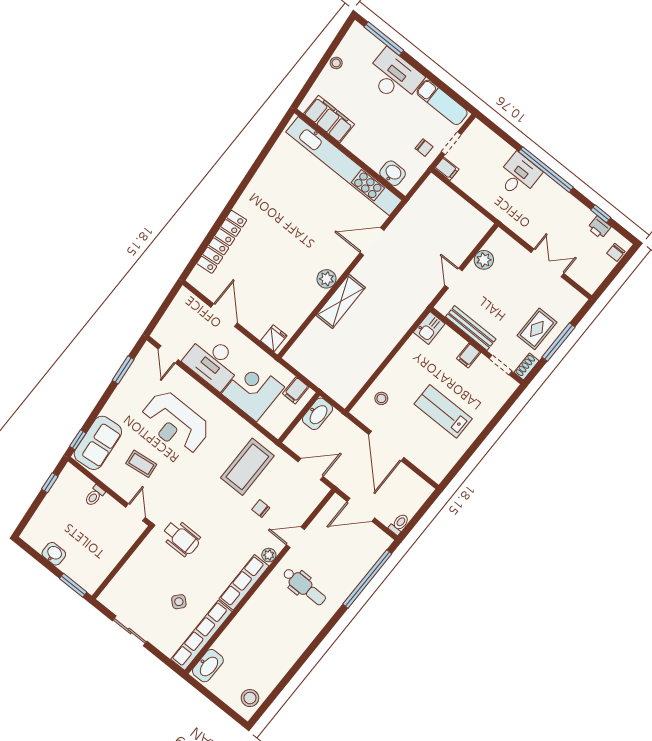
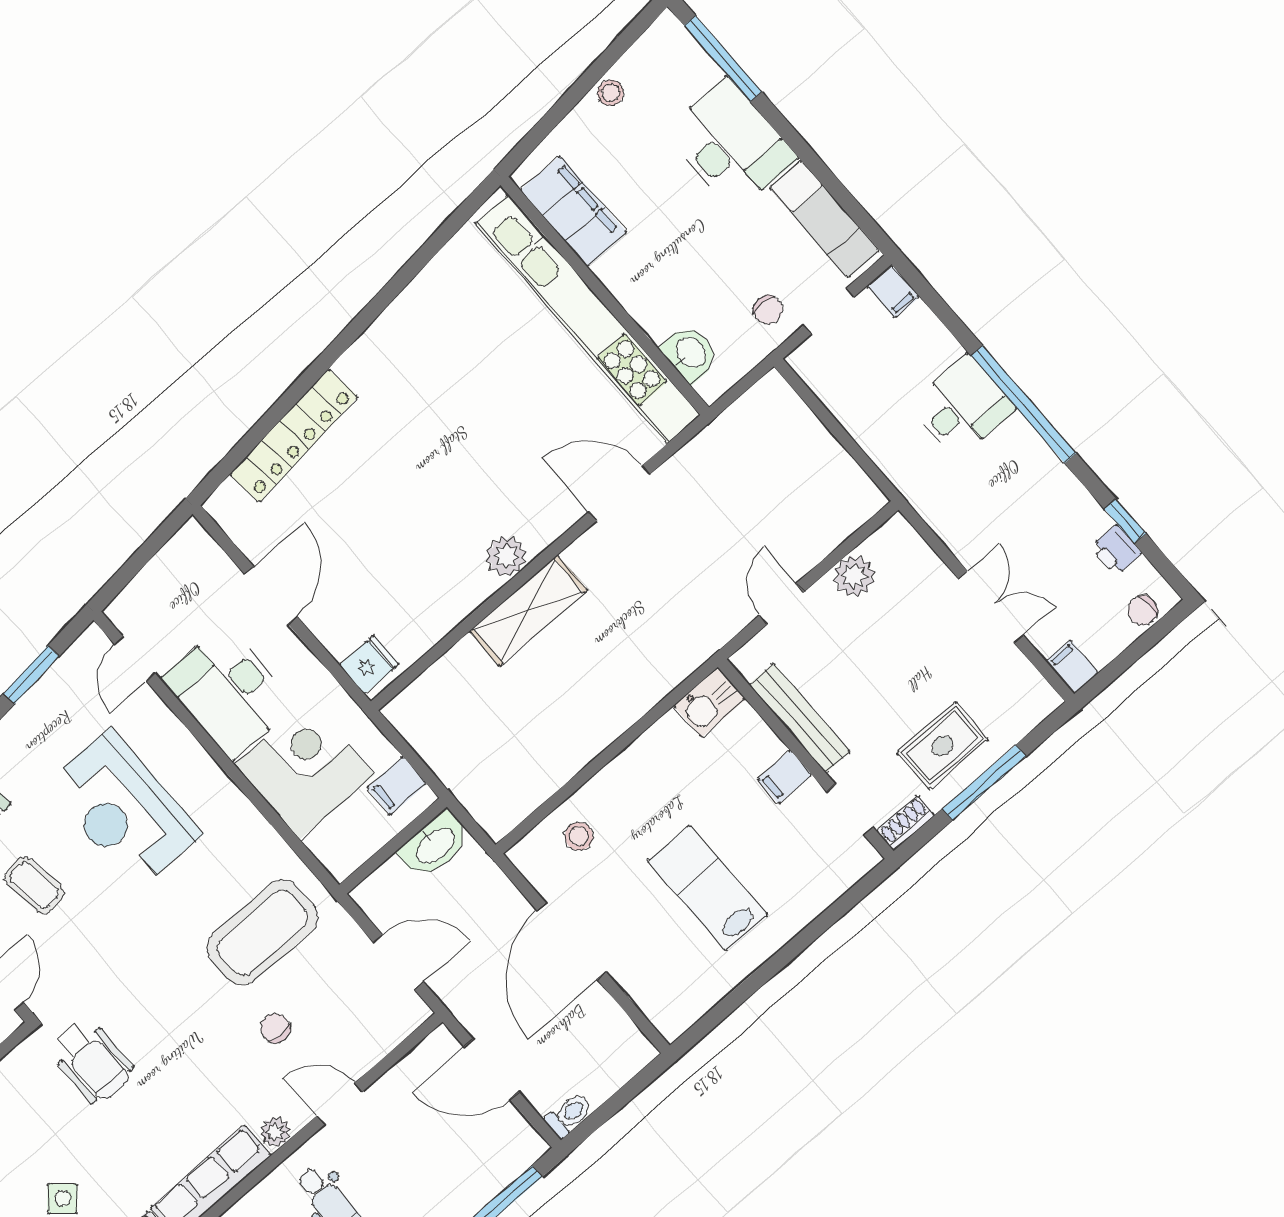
filing cabinet: (447, 169) -> (893, 291), moved
filing cabinet: (589, 283) -> (1072, 667), added

